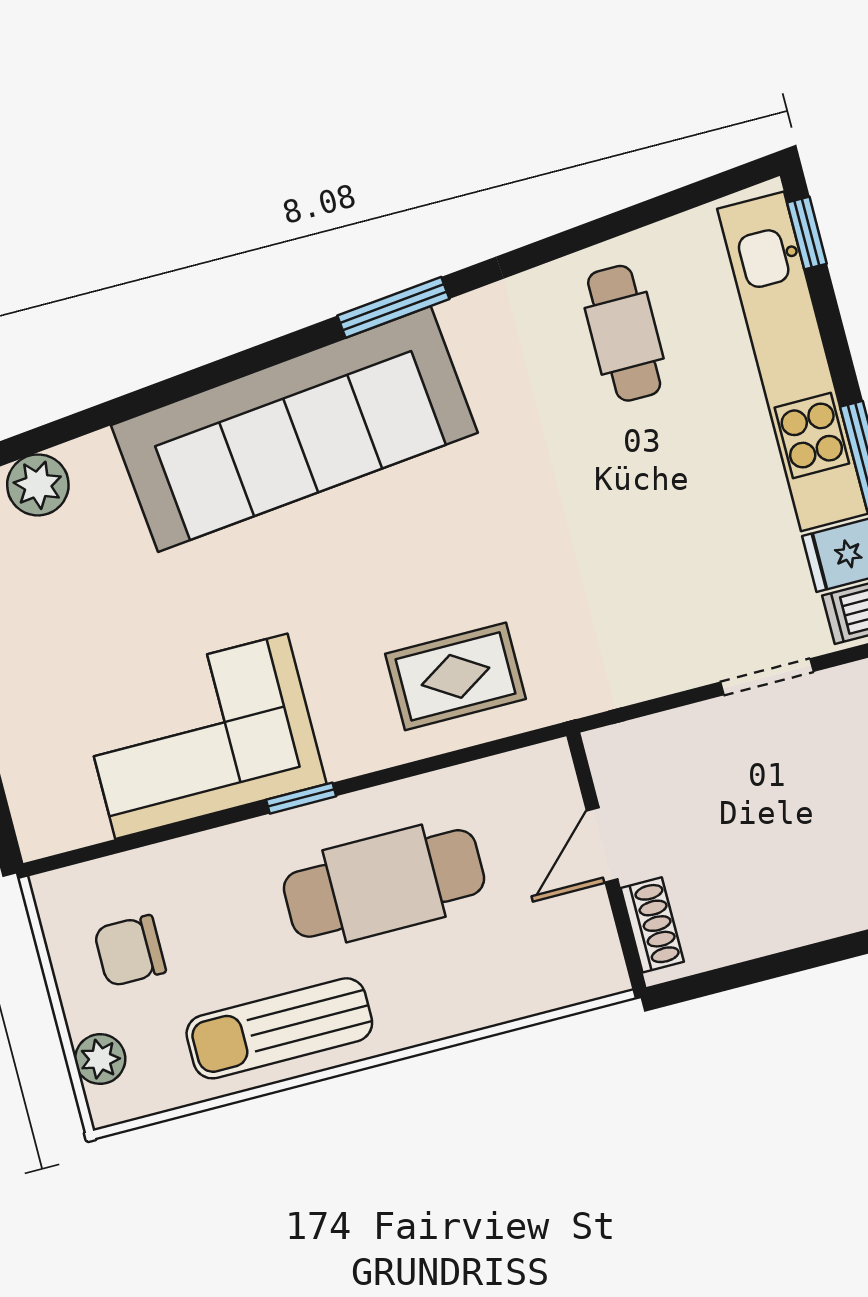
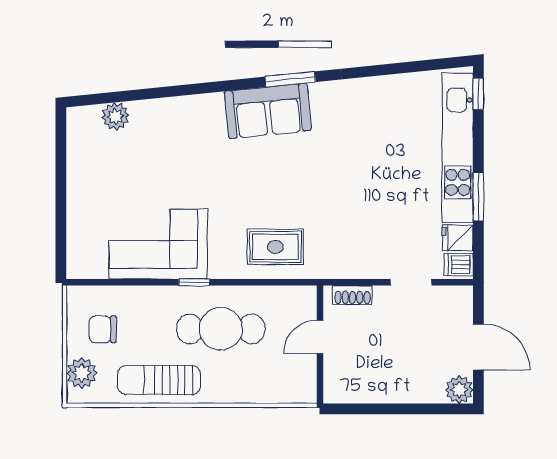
cafe table: (624, 333) -> (388, 117), removed
sofa: (294, 429) -> (268, 111), width x0.54, depth x0.79
shoe rack: (652, 925) -> (352, 295), moved, turned 90
plant: (100, 1059) -> (82, 373), width x1.38, depth x1.38

